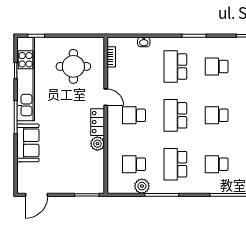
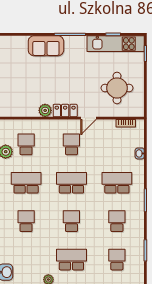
kitchen unit: (26, 79) -> (116, 44), width x0.73

